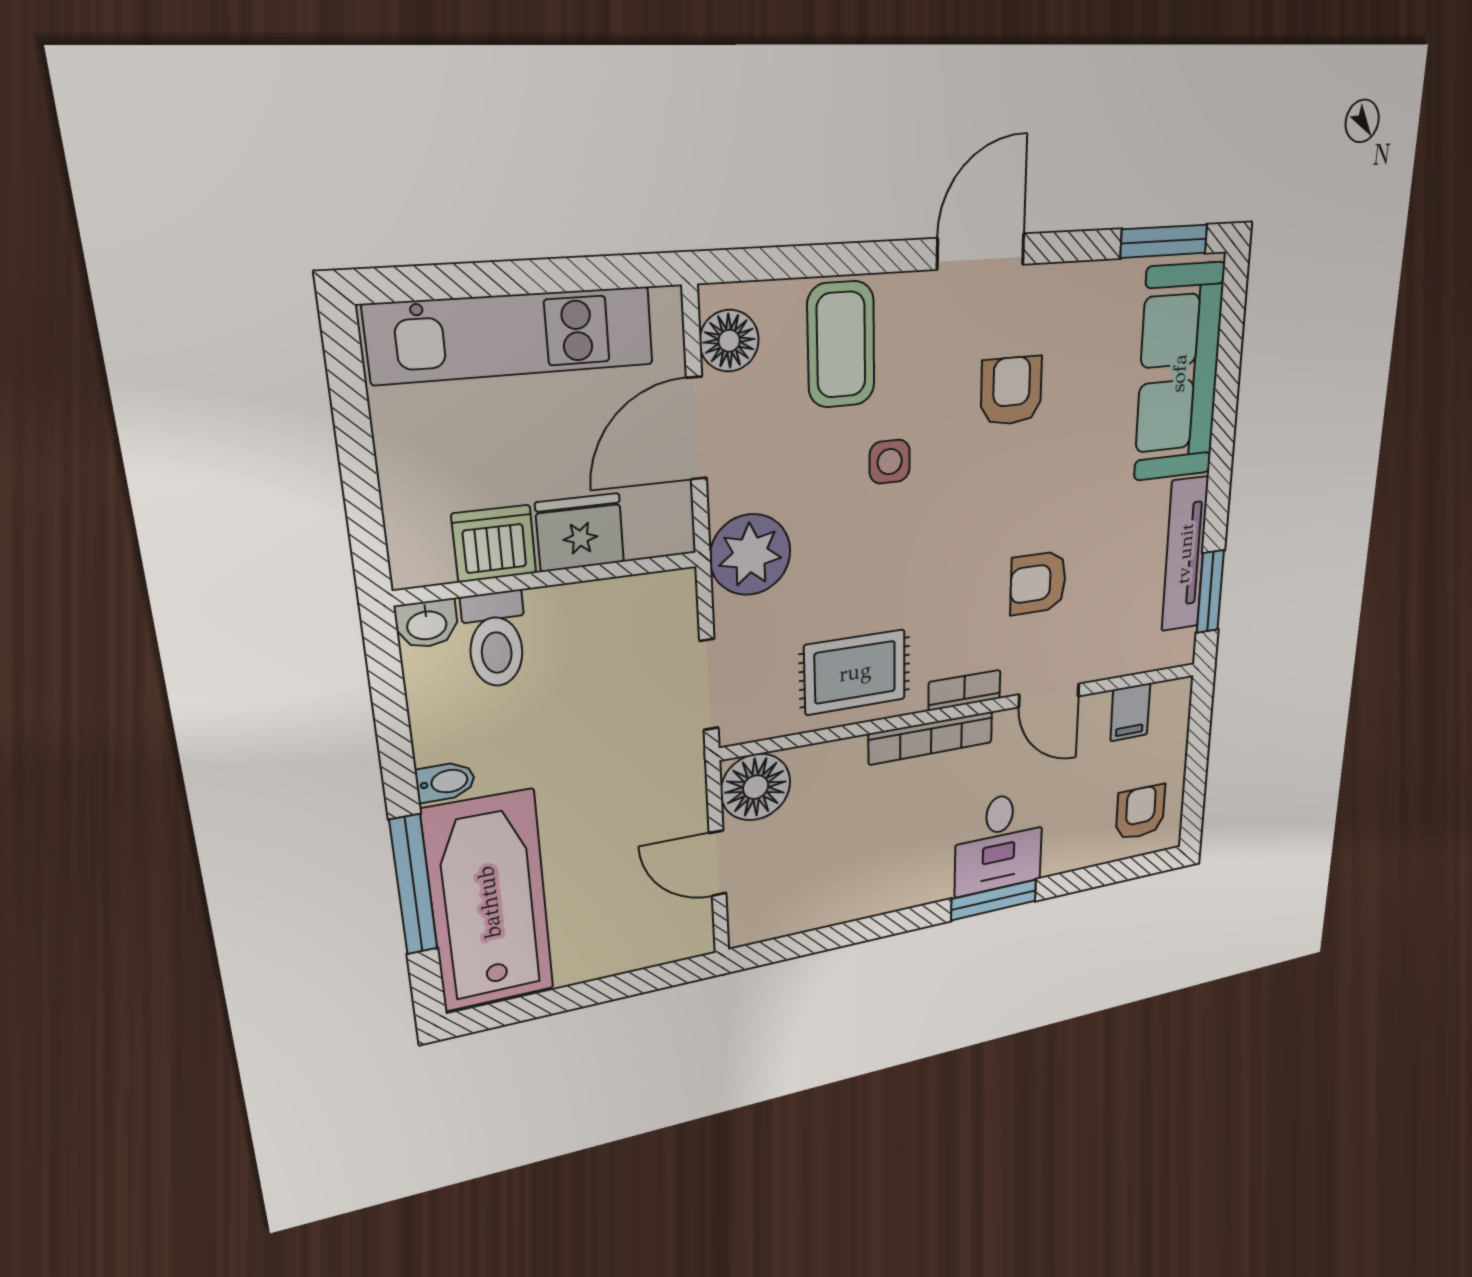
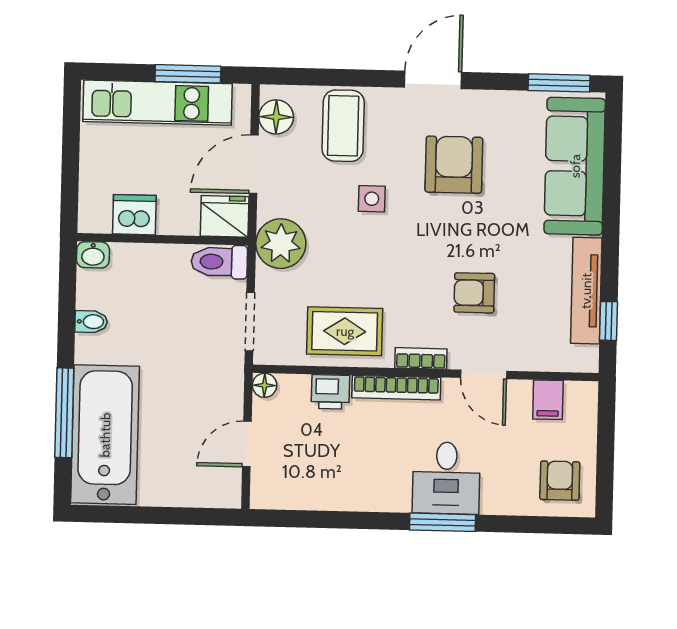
window: (564, 275) -> (188, 74), added
armchair: (1011, 391) -> (454, 165), width x1.38, depth x1.38
fridge: (580, 533) -> (225, 216), moved
window: (1210, 592) -> (609, 321), width x0.67
toilet: (495, 640) -> (219, 262), moved, turned 90
printer: (838, 763) -> (330, 392), added
bidet: (445, 782) -> (91, 322), moved
floor lamp: (756, 787) -> (265, 385), width x0.53, depth x0.53
door: (718, 863) -> (247, 444), hinge flipped

